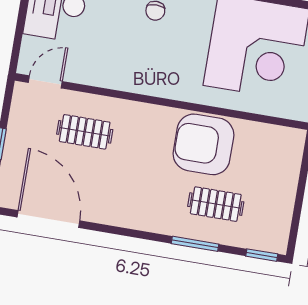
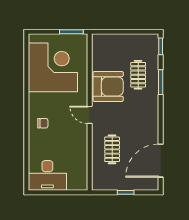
door: (45, 82) -> (90, 115), moved
armchair: (203, 144) -> (108, 86), turned -90

